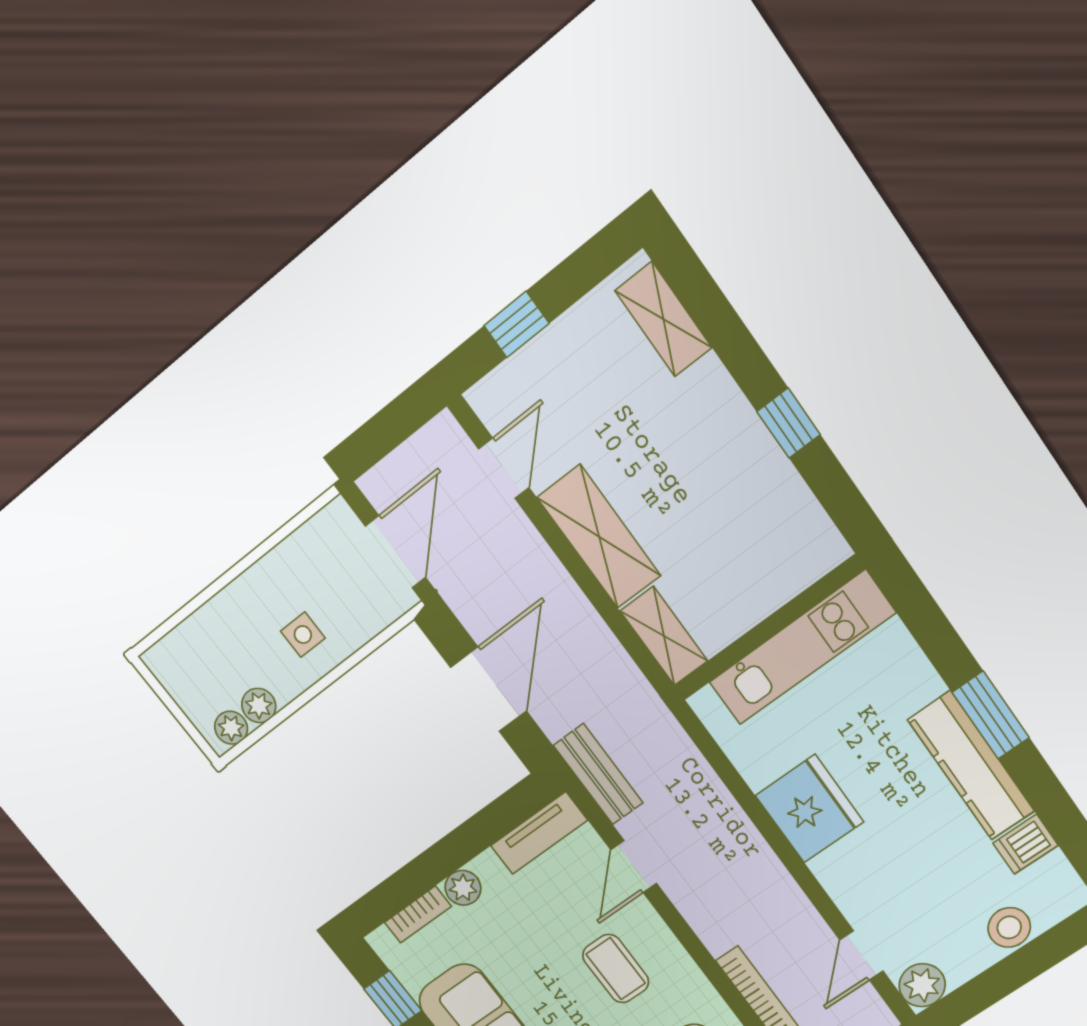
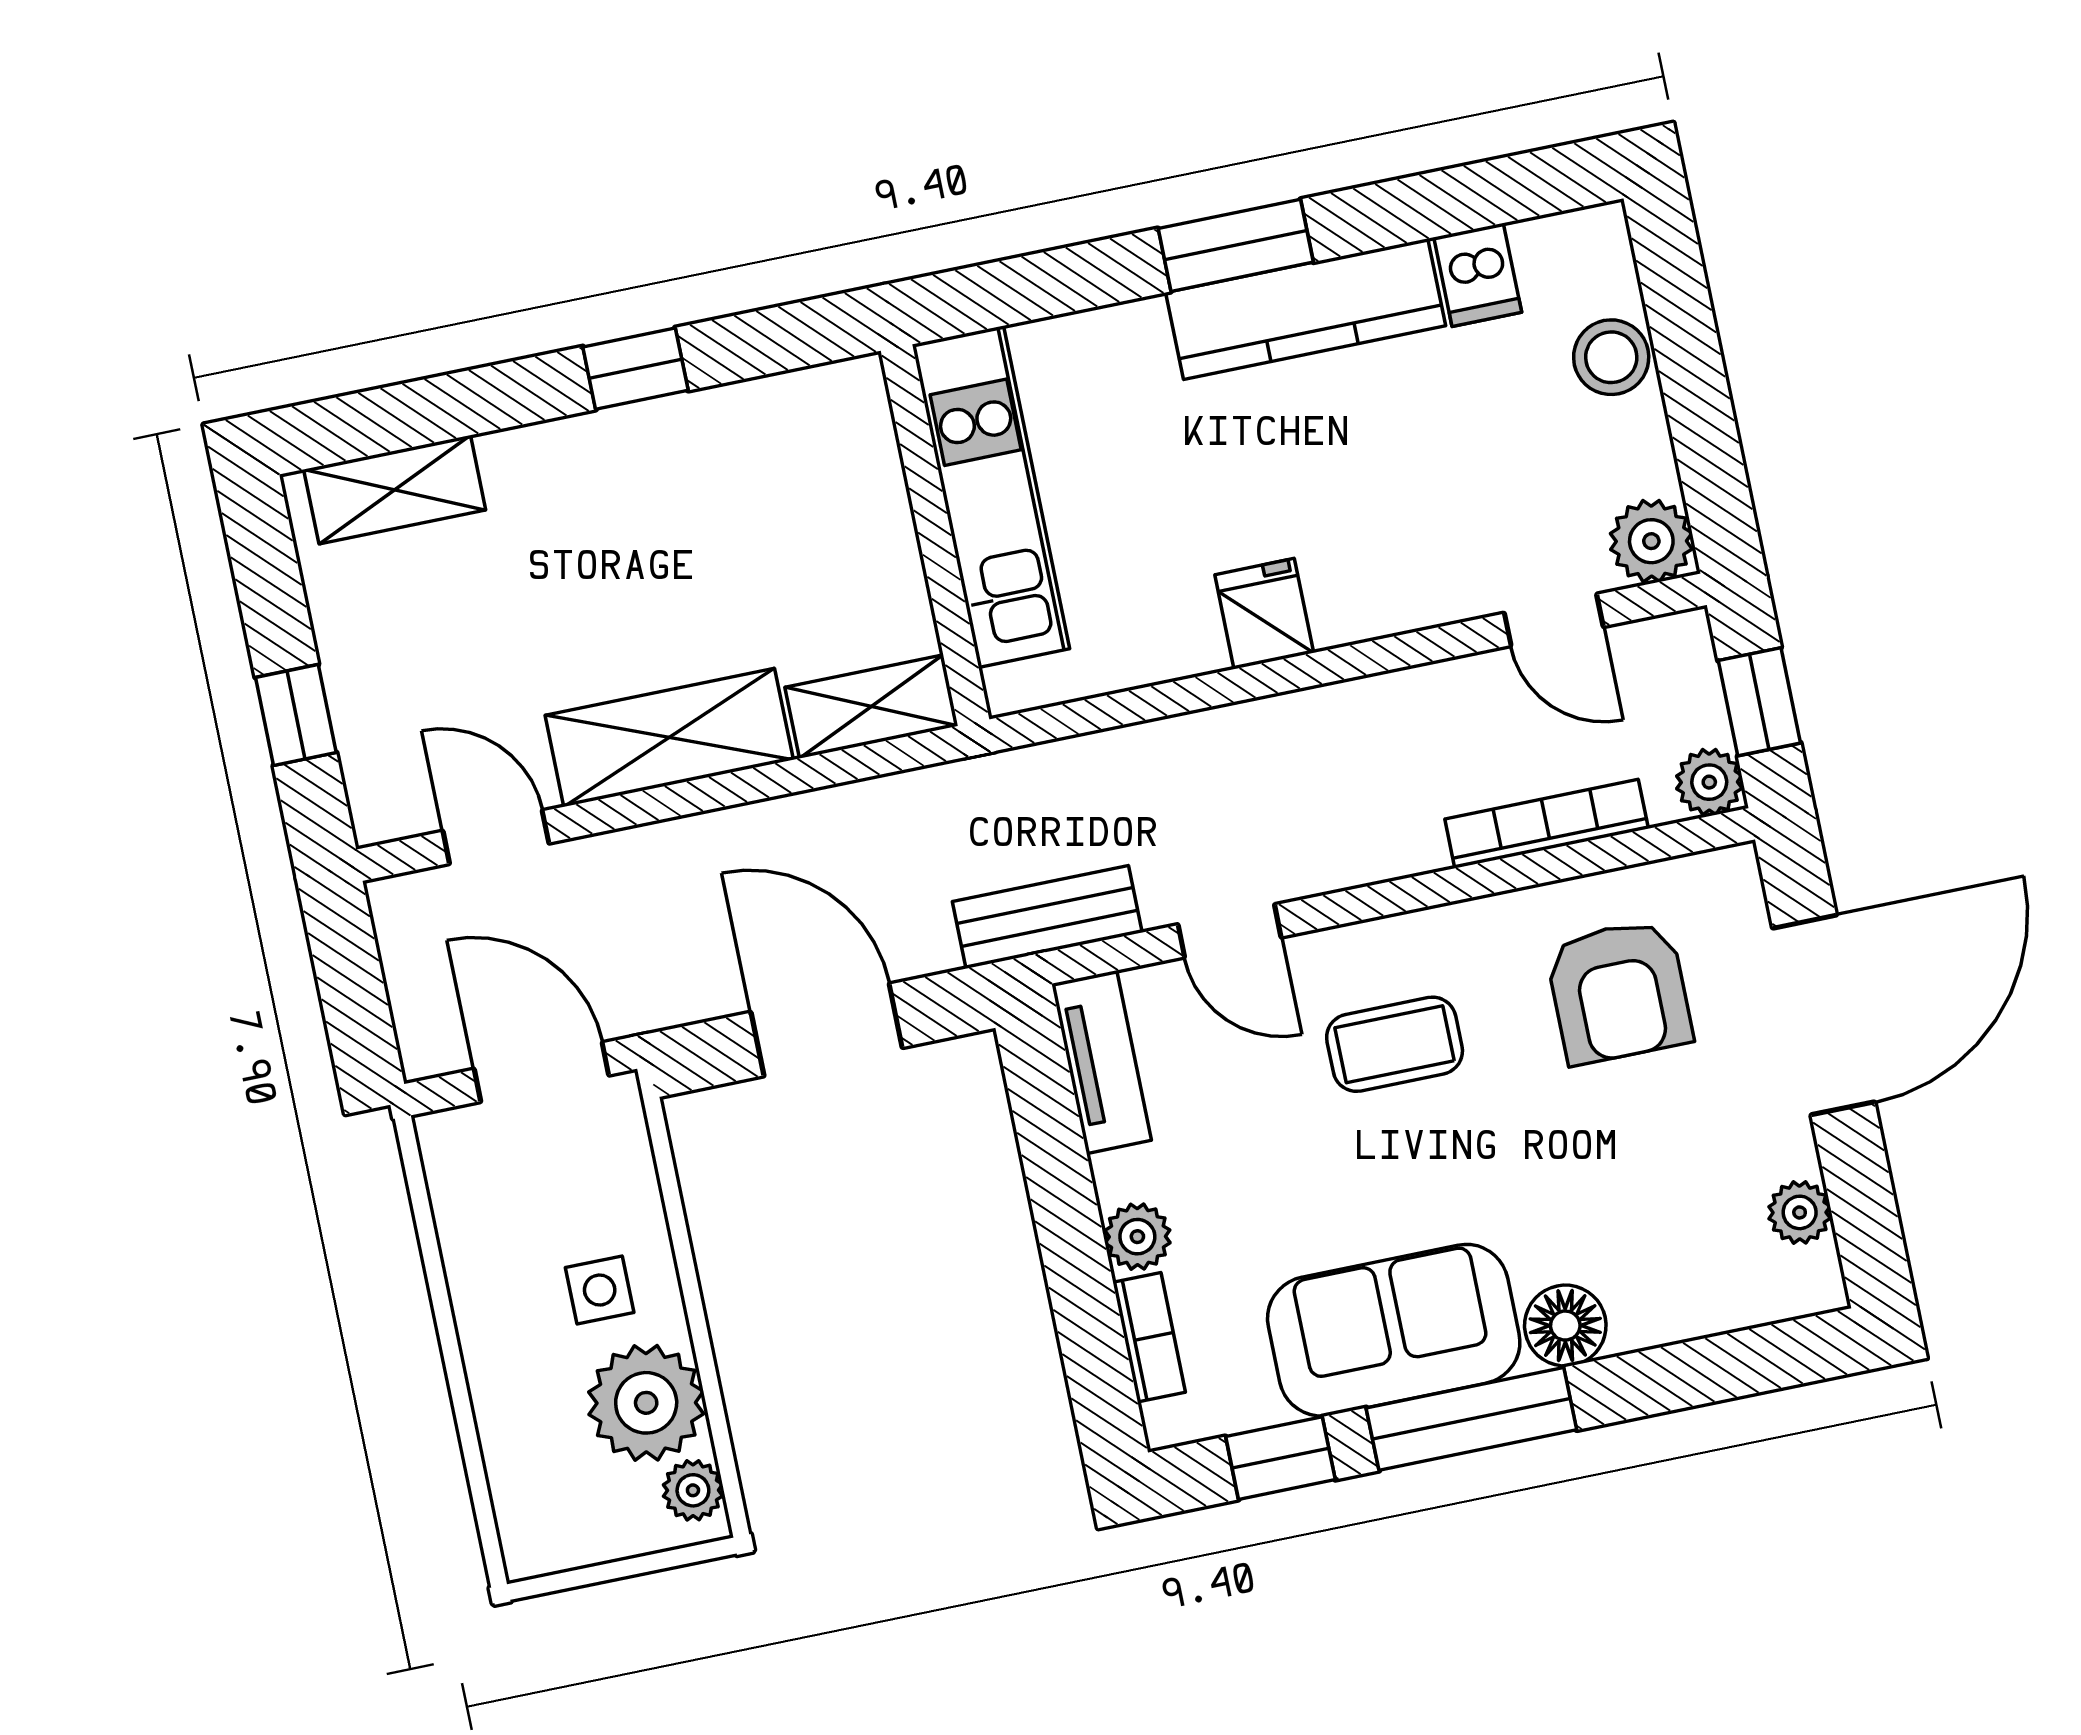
plant: (259, 706) -> (646, 1403), width x1.88, depth x1.88
fridge: (810, 809) -> (1264, 614), width x0.53, depth x0.75

